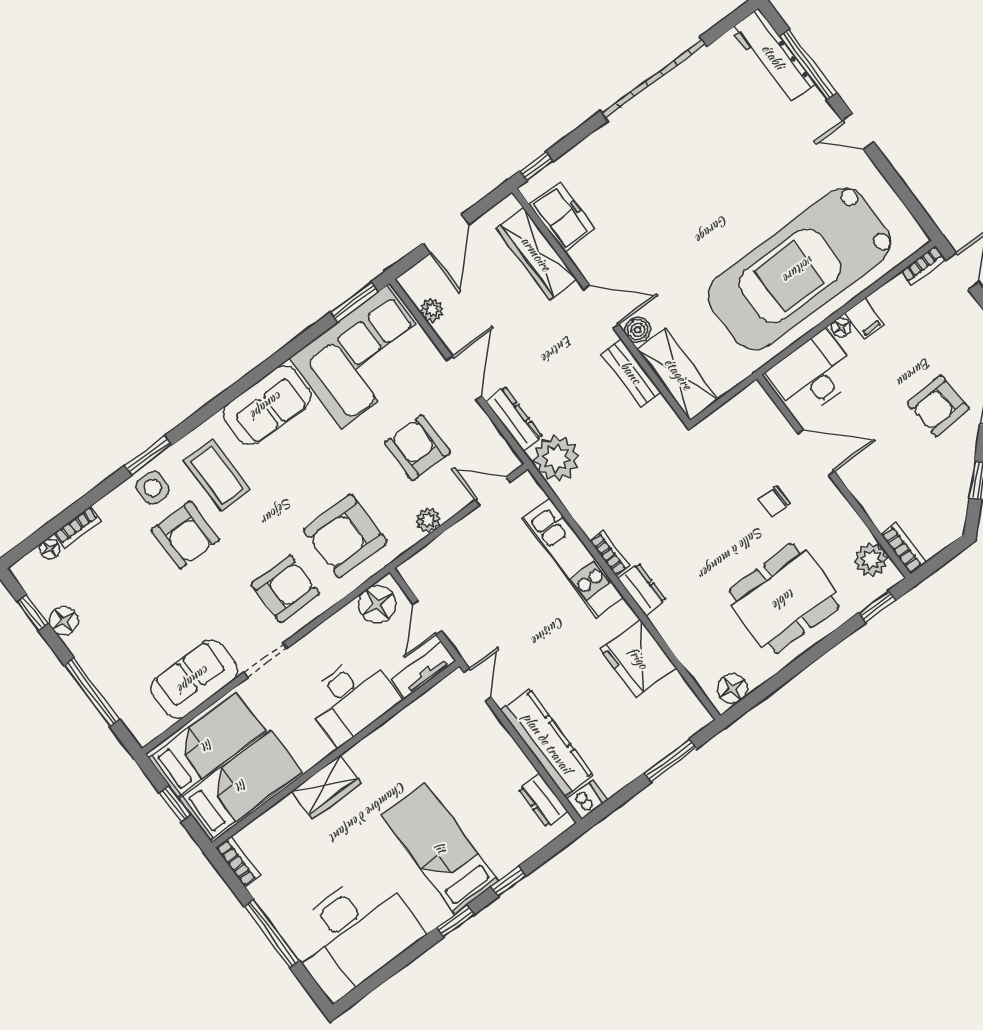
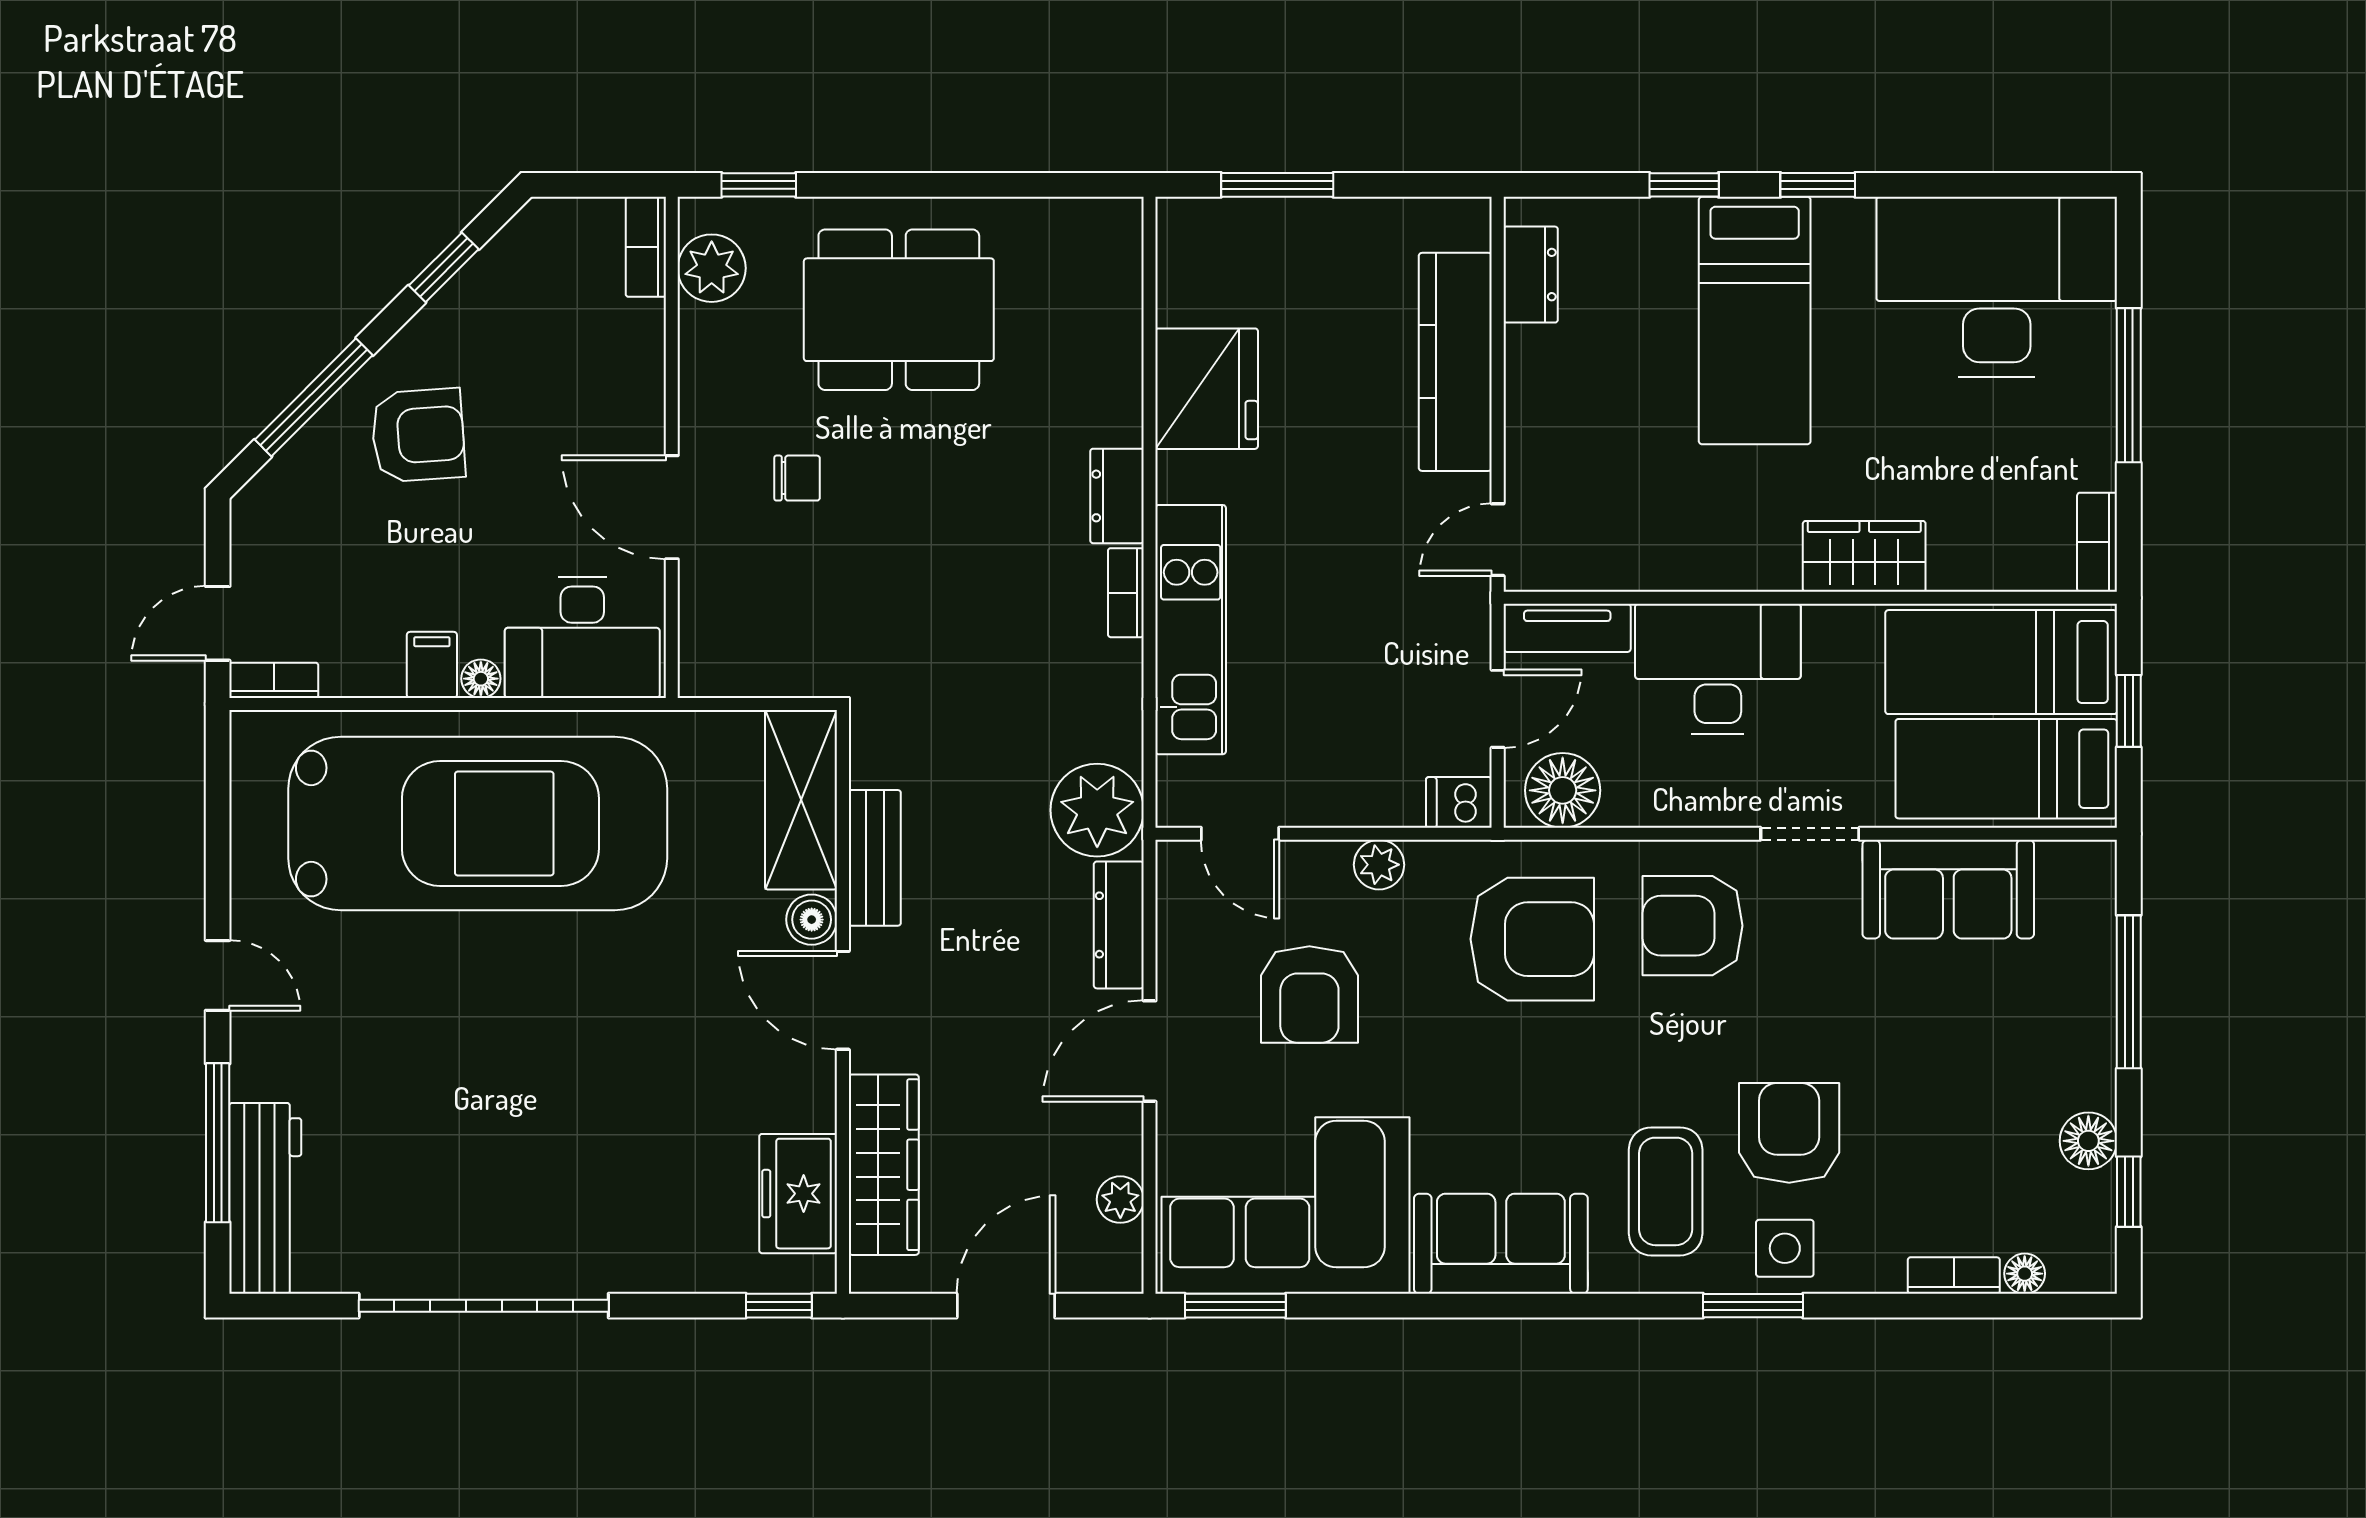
floor lamp: (732, 689) -> (1091, 227), removed
dishwasher: (587, 800) -> (1459, 802), moved

